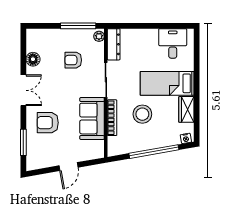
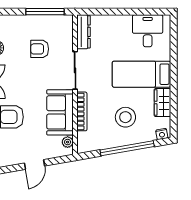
plant: (99, 36) -> (68, 142), moved
stool: (142, 114) -> (125, 117), moved

